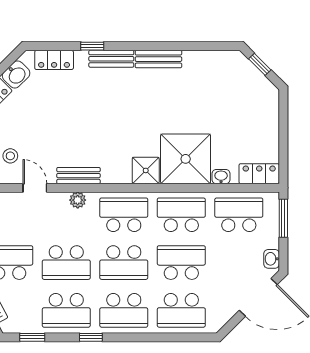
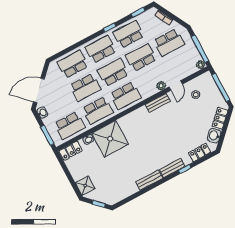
shower: (146, 170) -> (85, 186), moved
door: (35, 188) -> (176, 86), hinge flipped
plant: (78, 200) -> (161, 86), moved

